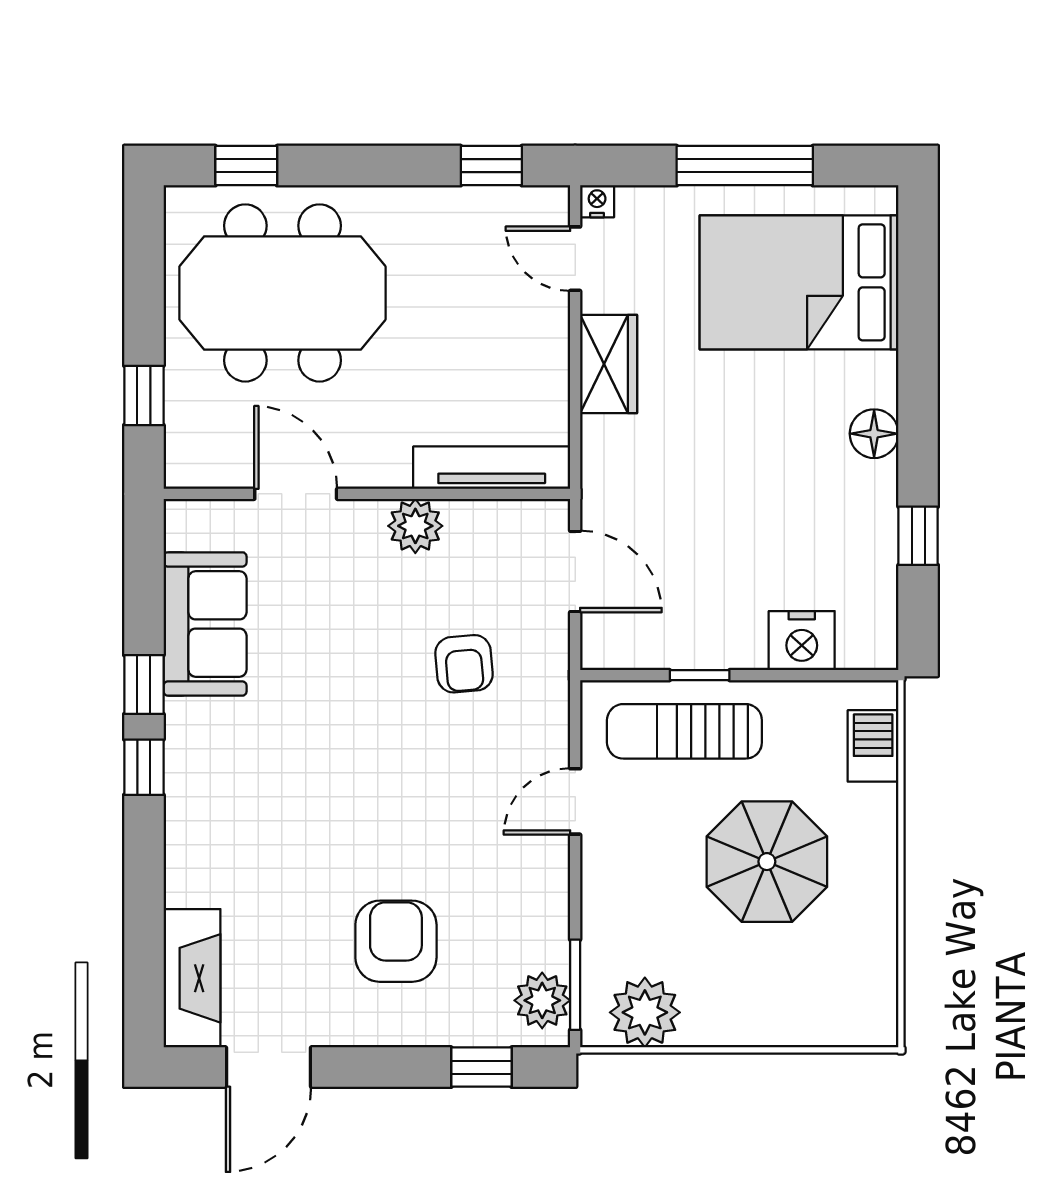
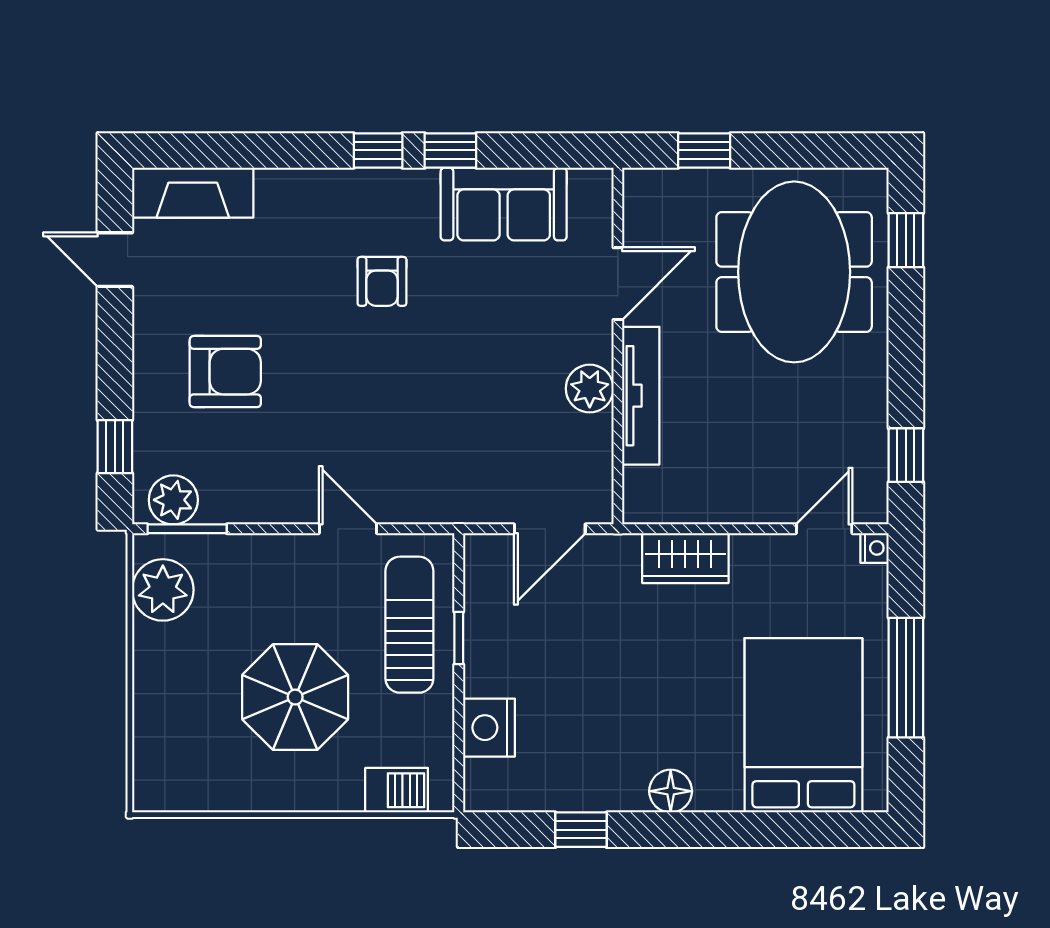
wardrobe: (609, 364) -> (685, 558), moved
tv unit: (492, 468) -> (641, 396), moved
armchair: (464, 664) -> (382, 281), moved, turned -85
door: (268, 1067) -> (115, 260), width x0.73

